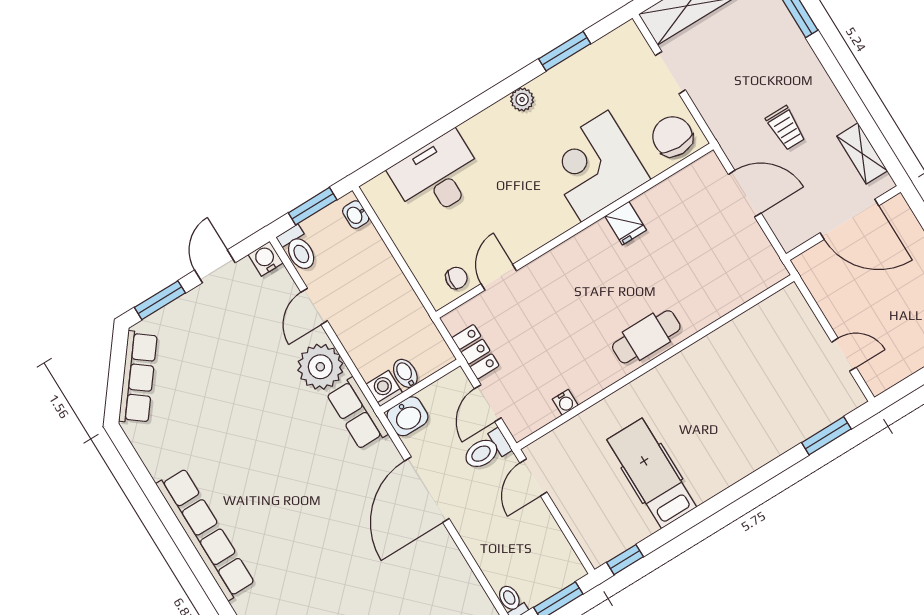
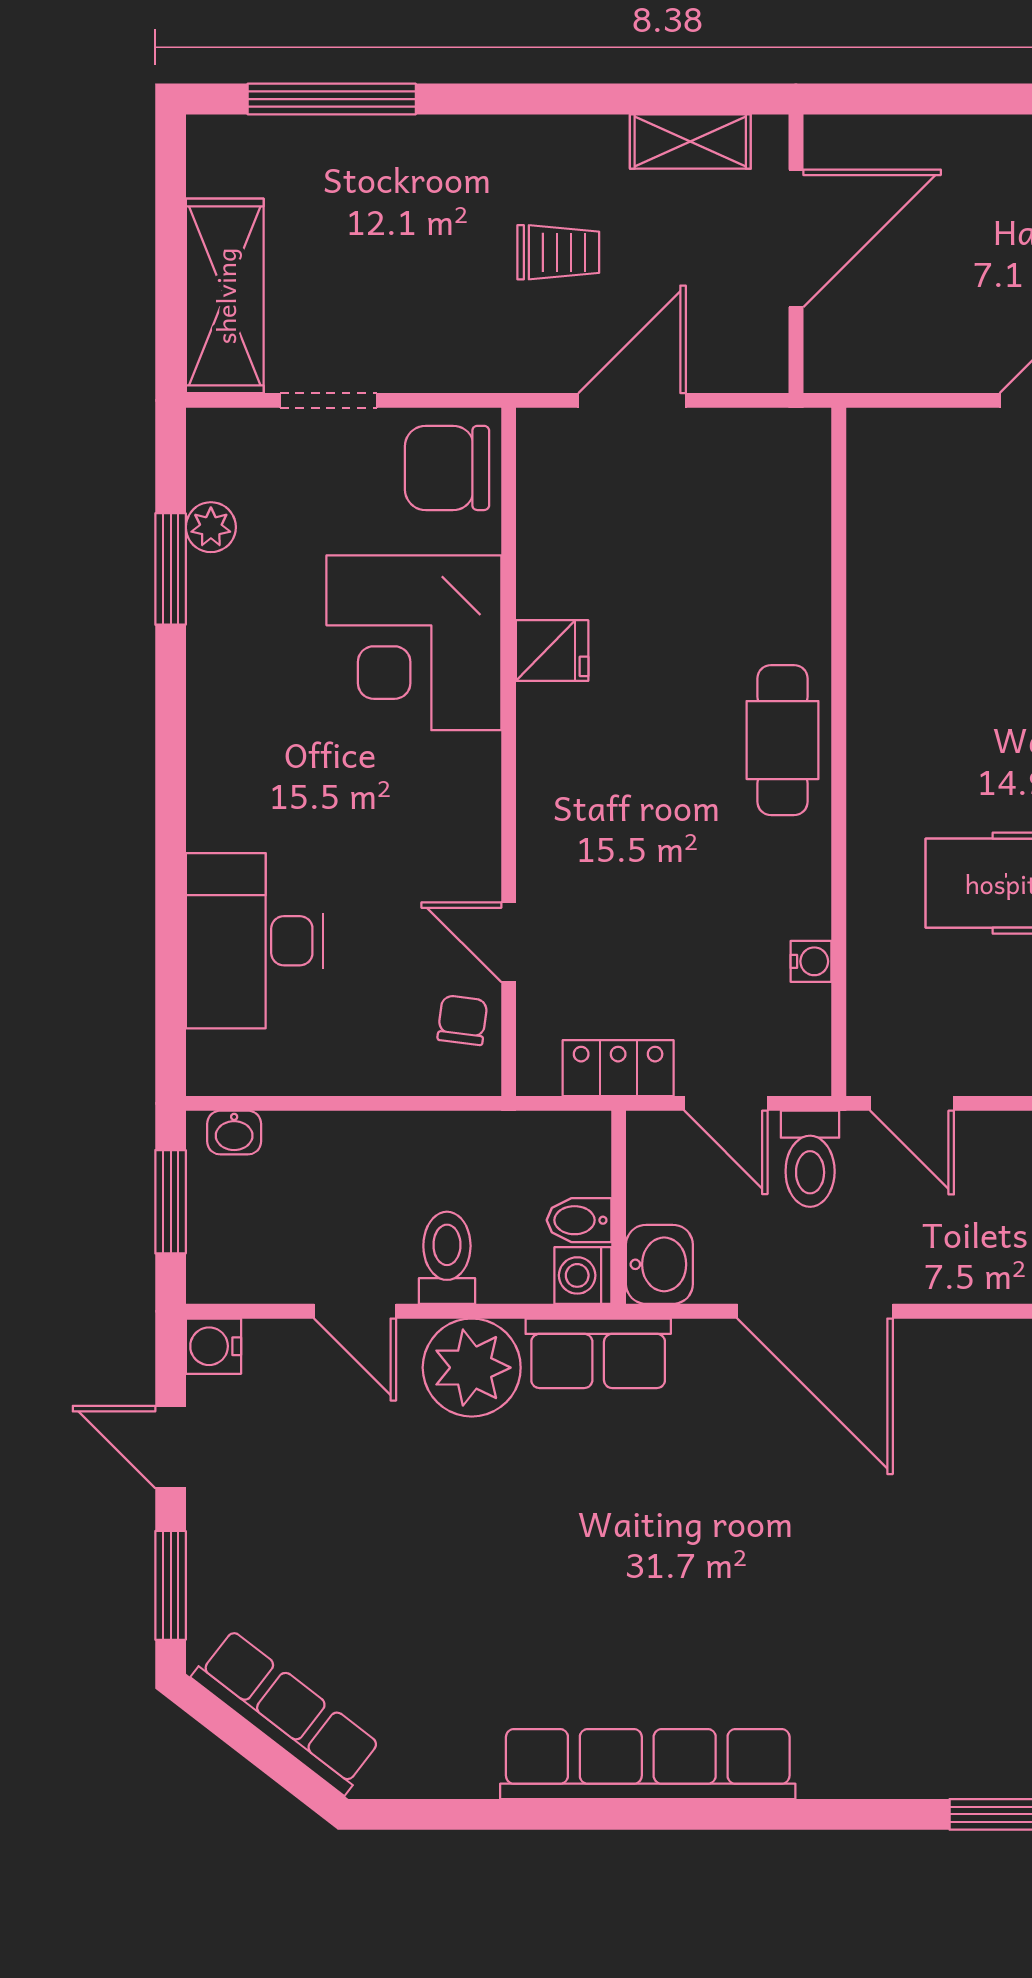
plant: (522, 99) -> (211, 527), moved
toilet: (298, 249) -> (447, 1258), moved, turned -90

